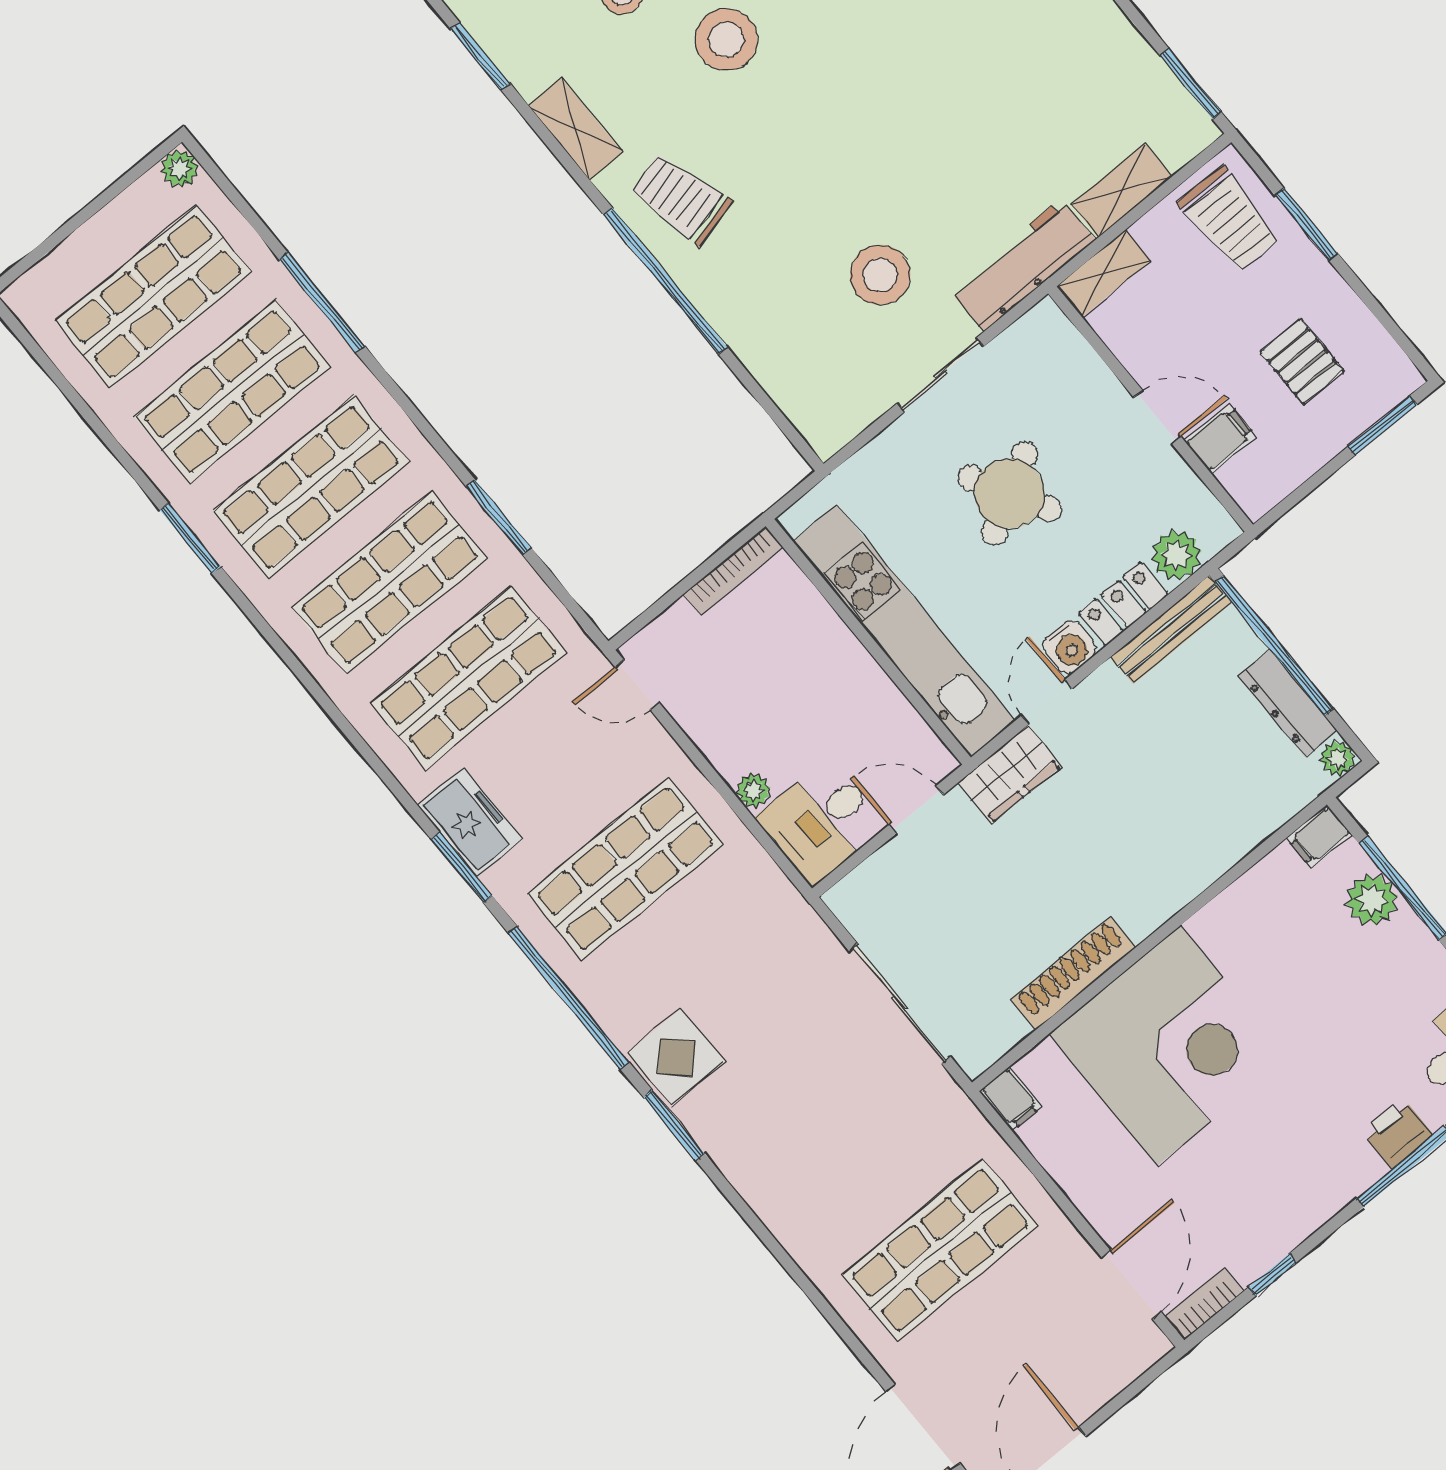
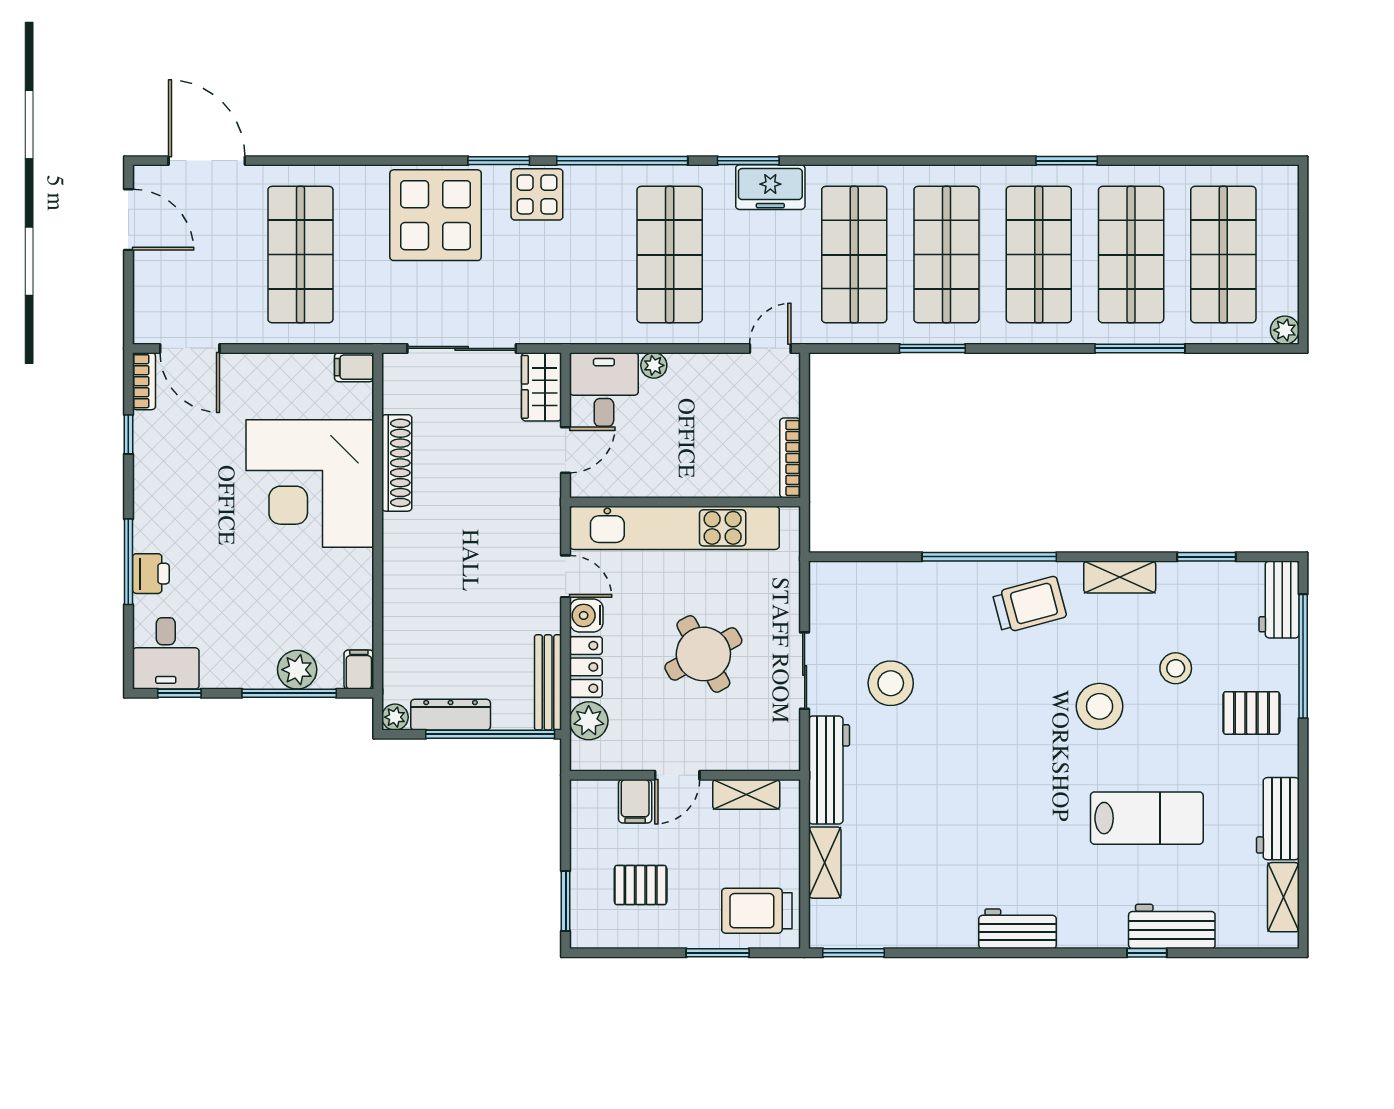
shelving: (1104, 273) -> (746, 794), moved, turned 90
wardrobe: (1010, 774) -> (542, 387), moved
display table: (784, 1144) -> (436, 215), added

